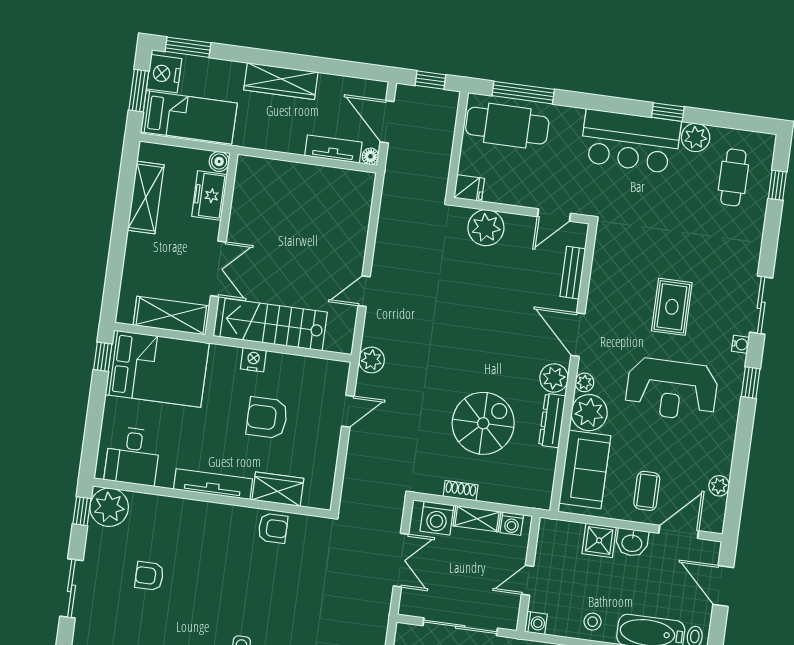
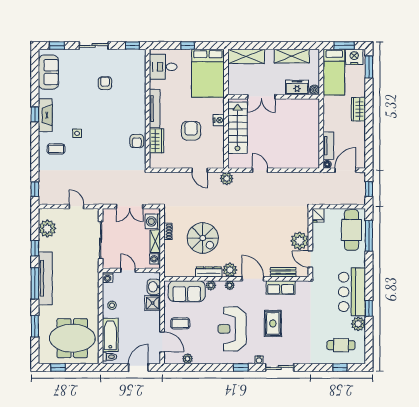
wardrobe: (281, 81) -> (358, 109), width x0.67
plant: (486, 228) -> (300, 241), moved
row of seats: (603, 282) -> (281, 288), added
rug: (672, 307) -> (273, 323), turned 90
shelving: (171, 316) -> (246, 56), moved, turned 90
door: (578, 335) -> (253, 279), hinge flipped
window: (103, 357) -> (188, 46), moved
plant: (589, 413) -> (211, 285), width x0.53, depth x0.53
plant: (109, 507) -> (136, 59), removed
washbasin: (632, 543) -> (154, 287), moved

